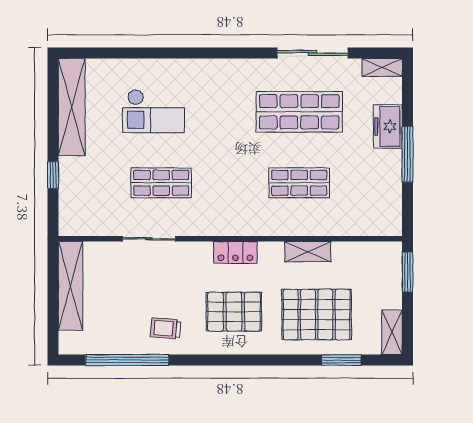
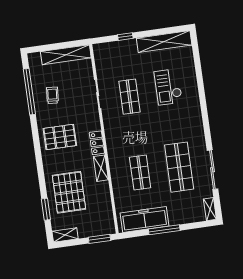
freezer: (388, 126) -> (145, 219), moved, width x1.91, depth x1.26
shelving: (308, 252) -> (101, 168), moved
pallet: (234, 312) -> (60, 137), moved, turned 90
trolley: (166, 328) -> (52, 95), moved

